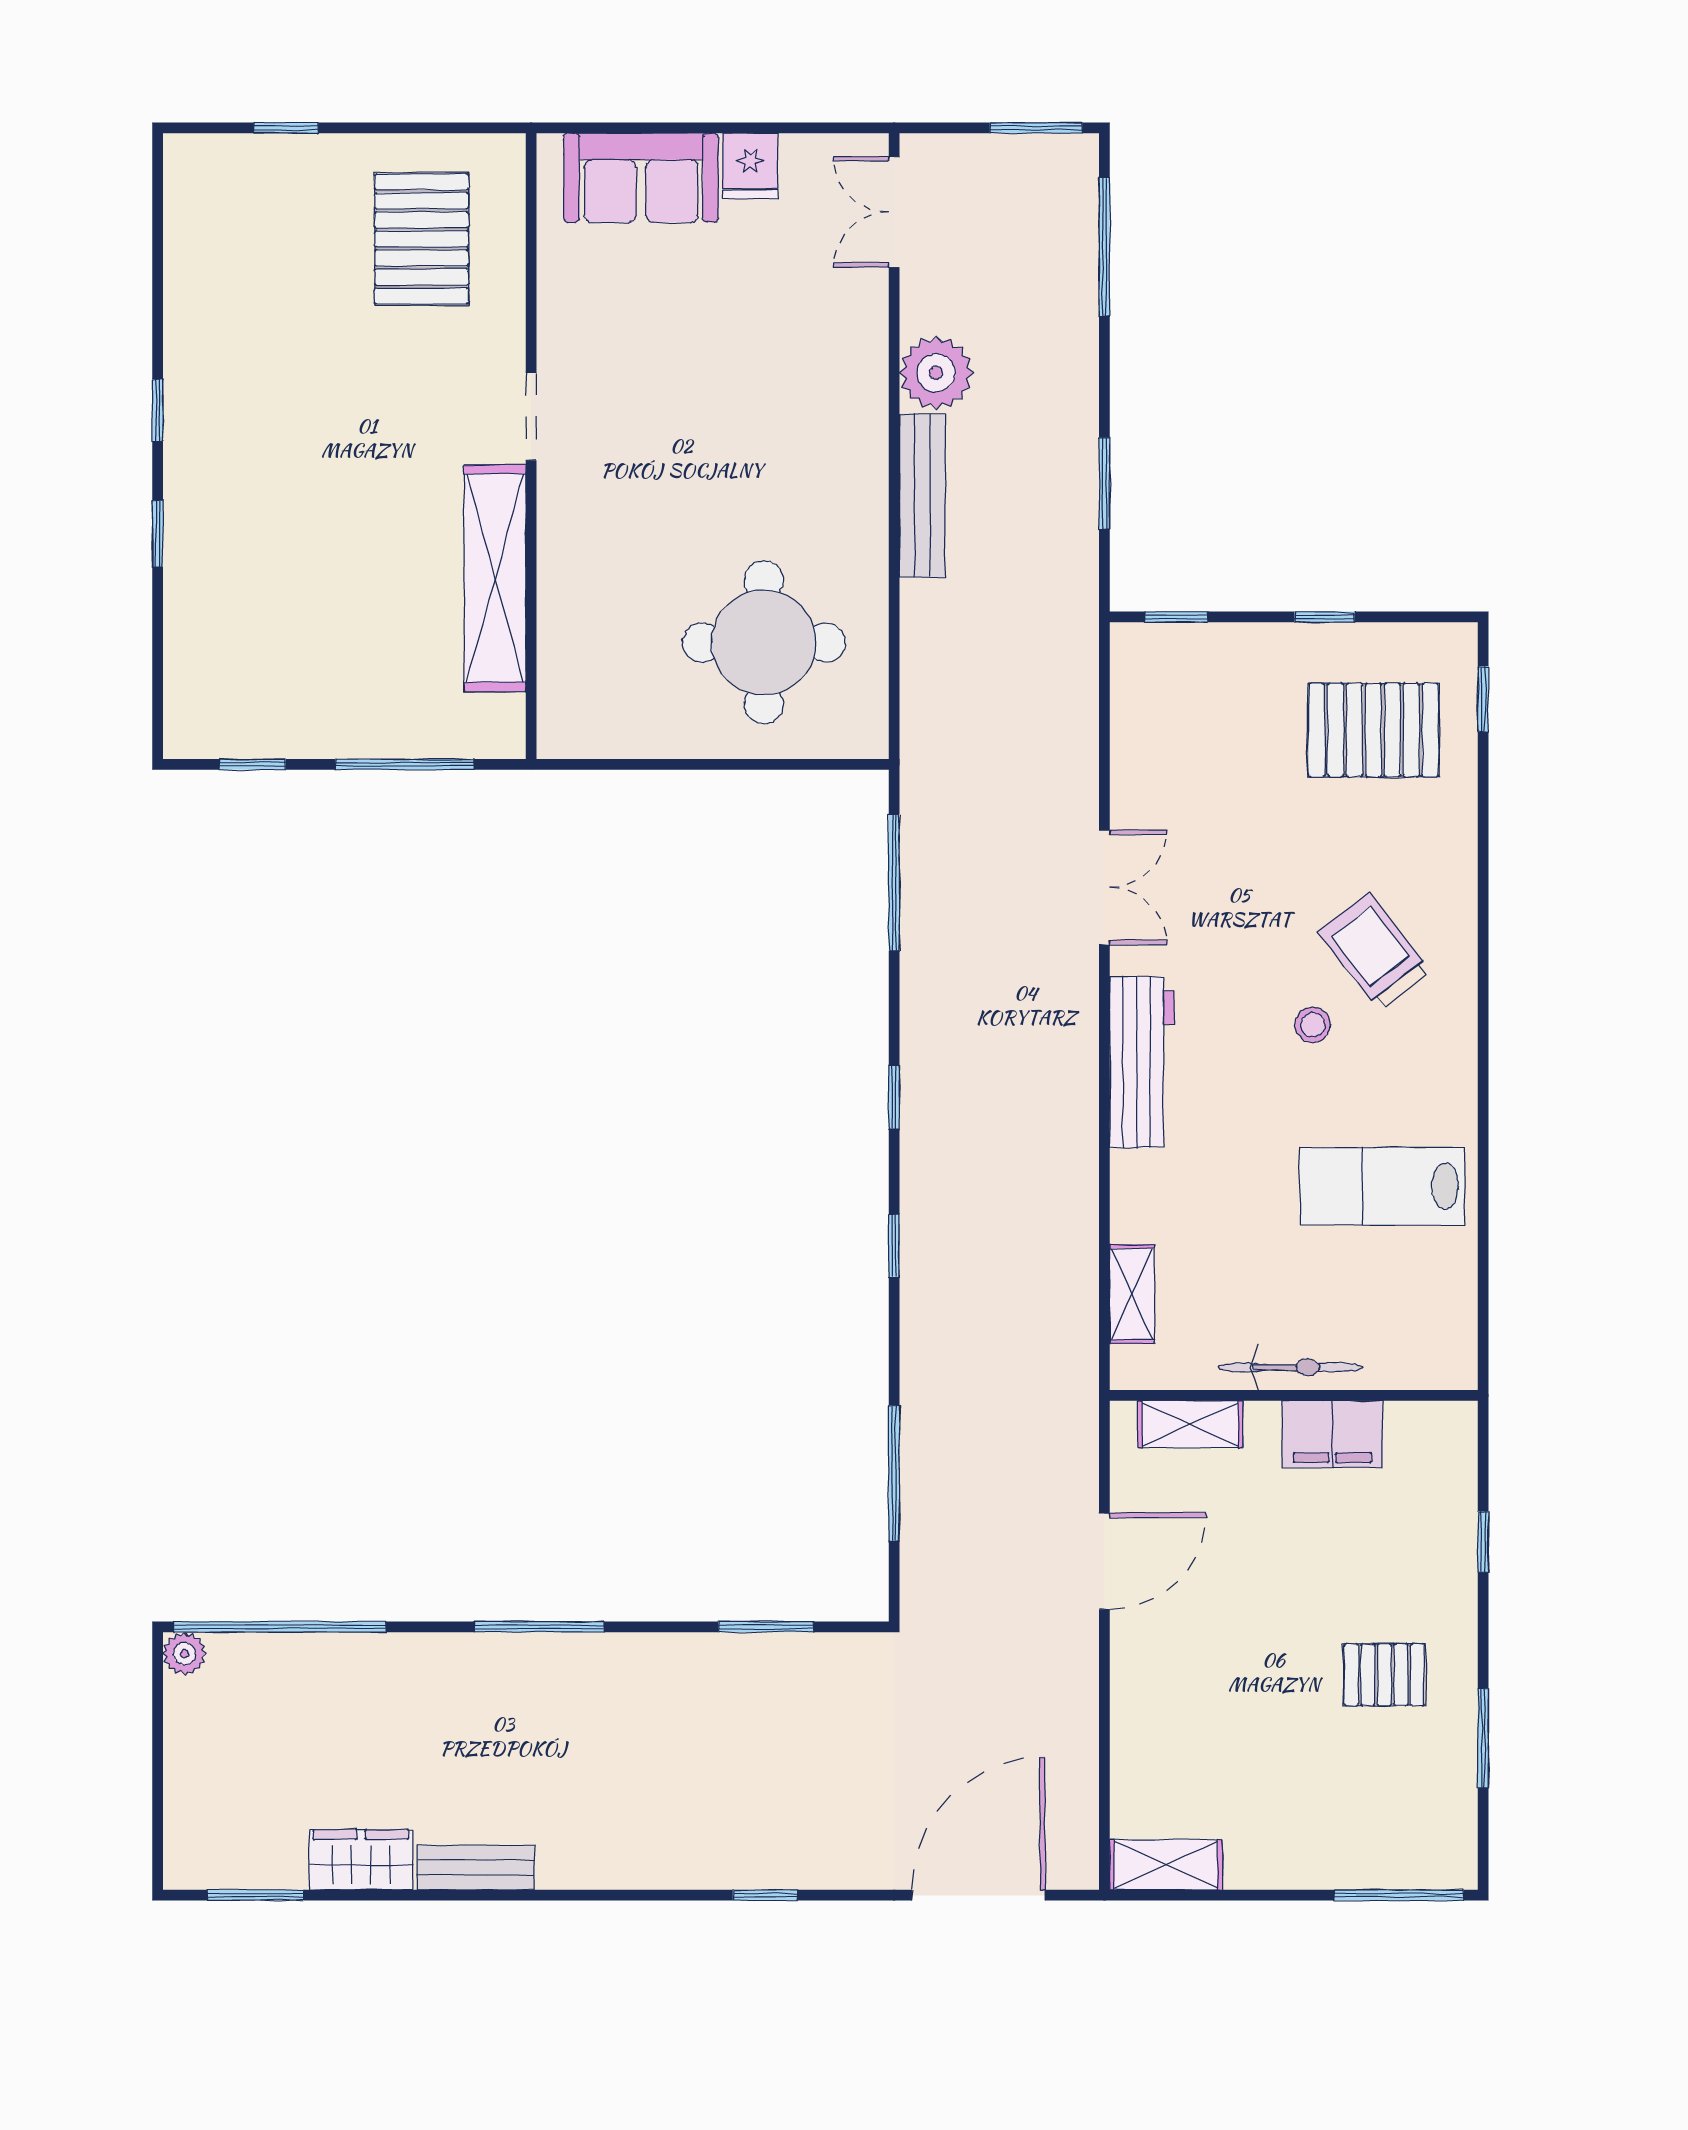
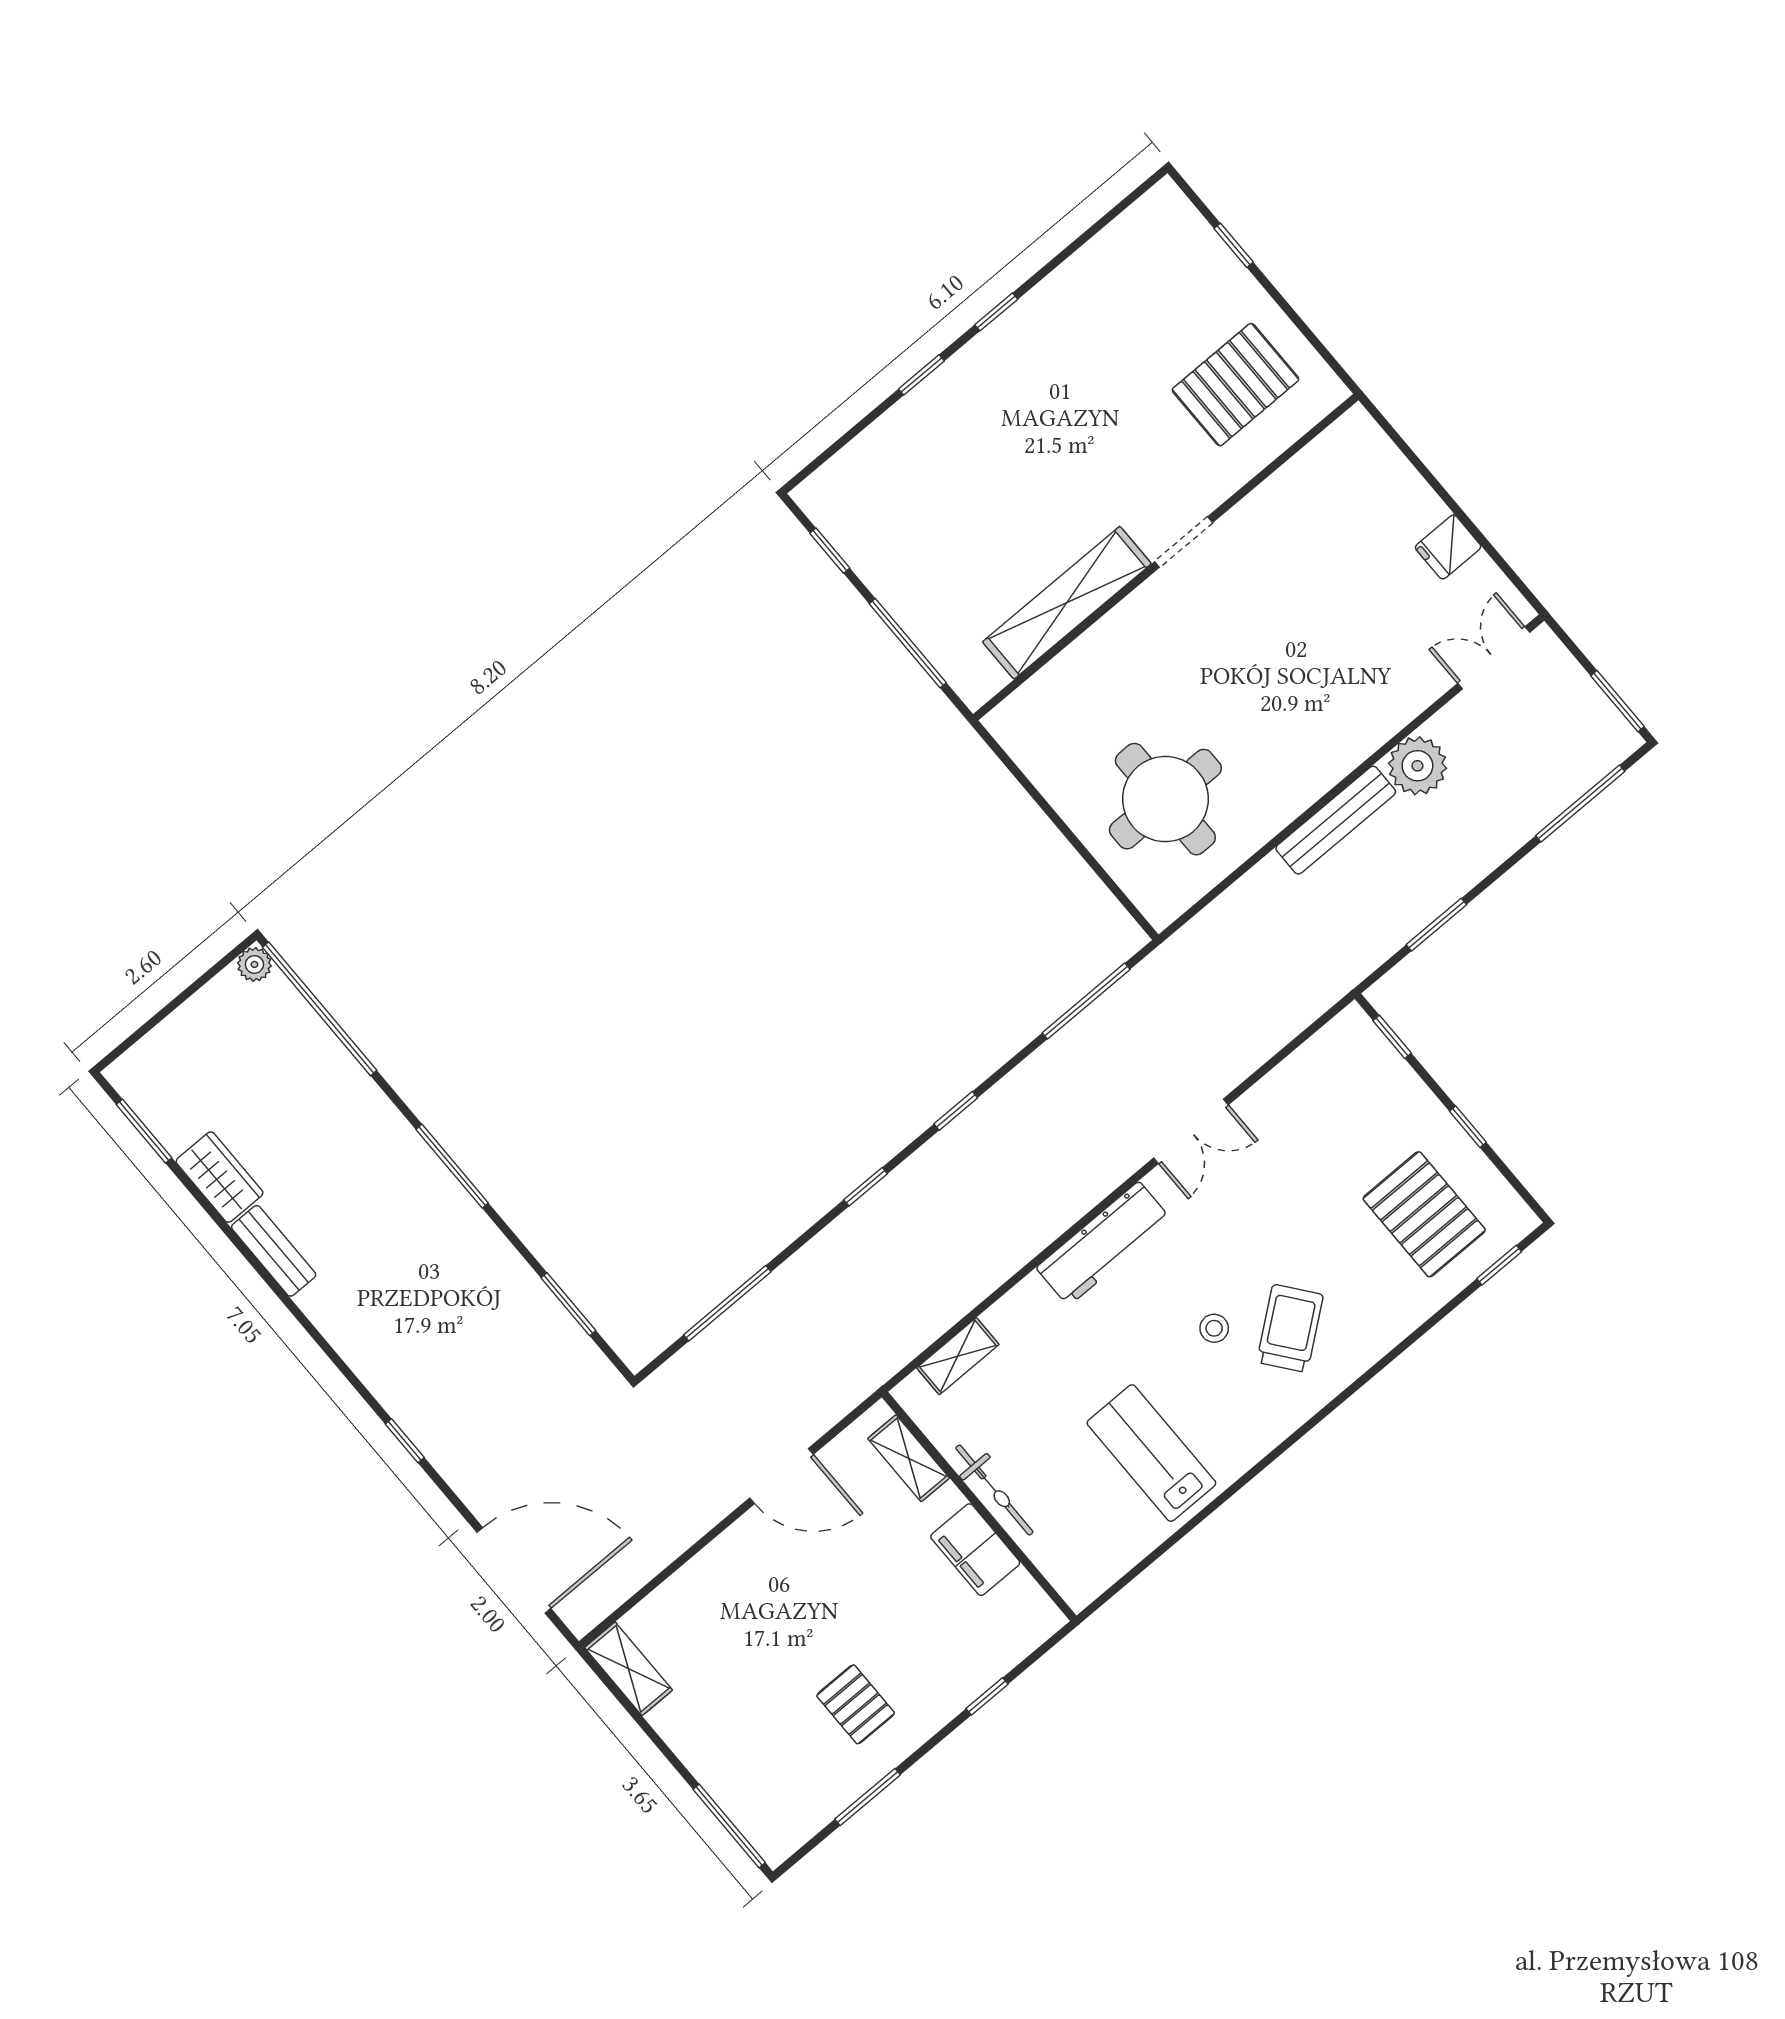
sofa: (641, 178) -> (1385, 487), removed

